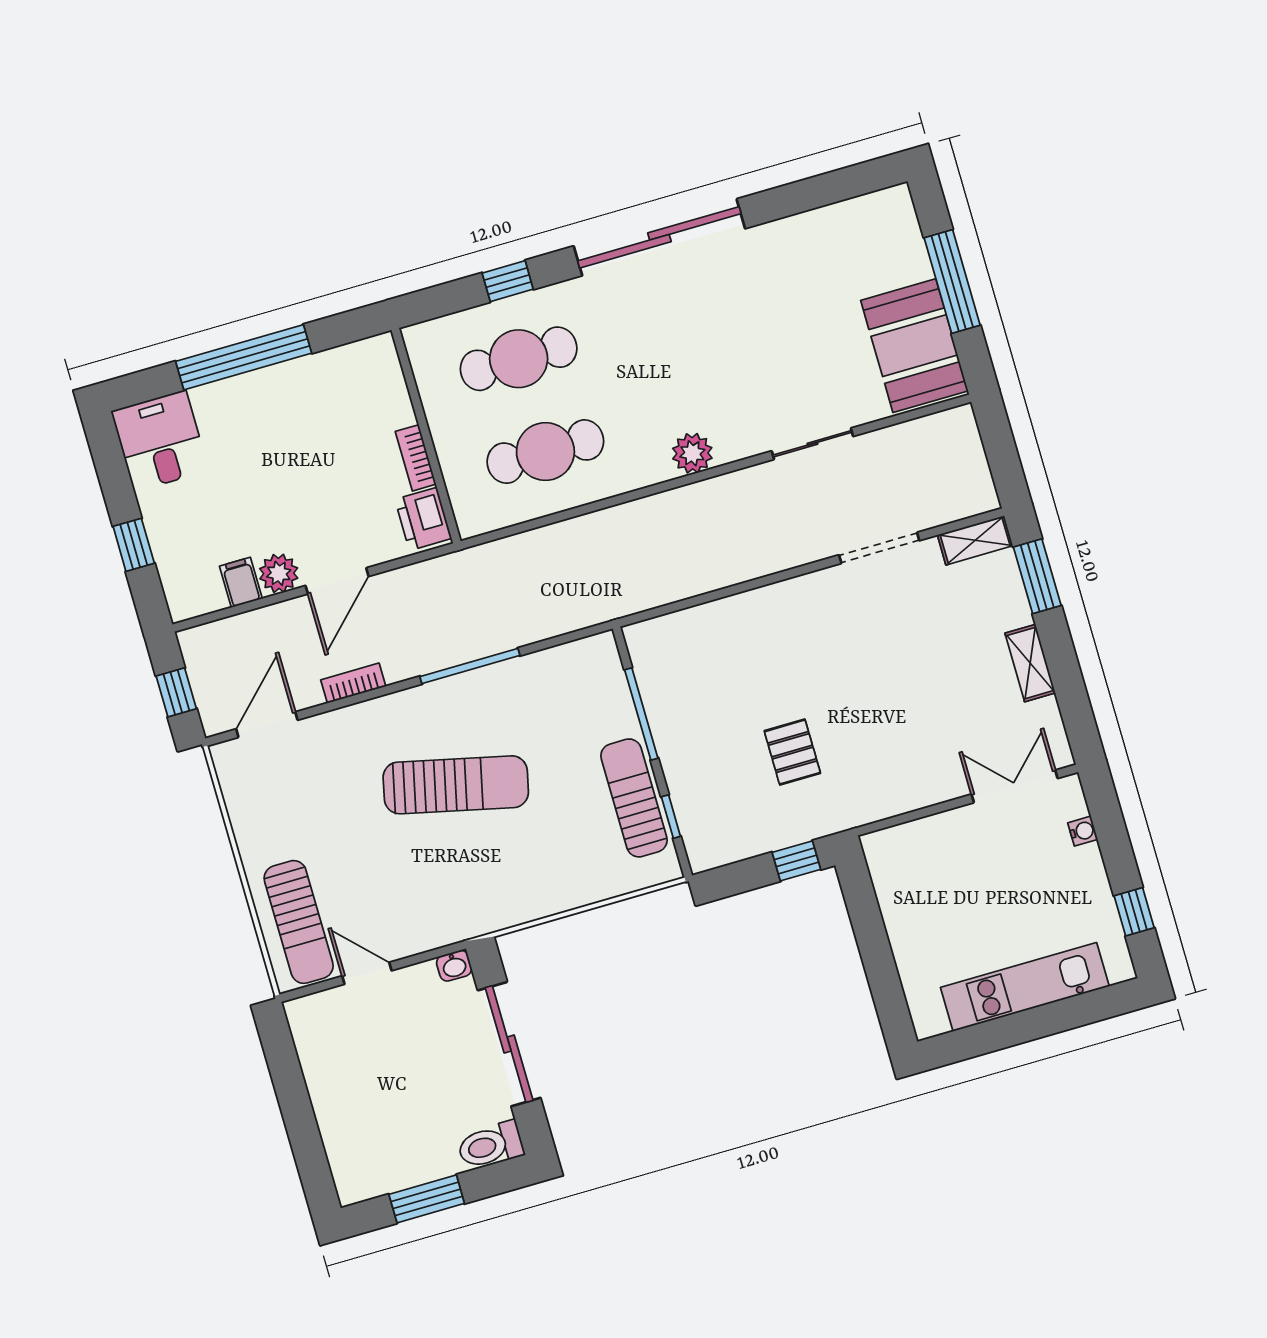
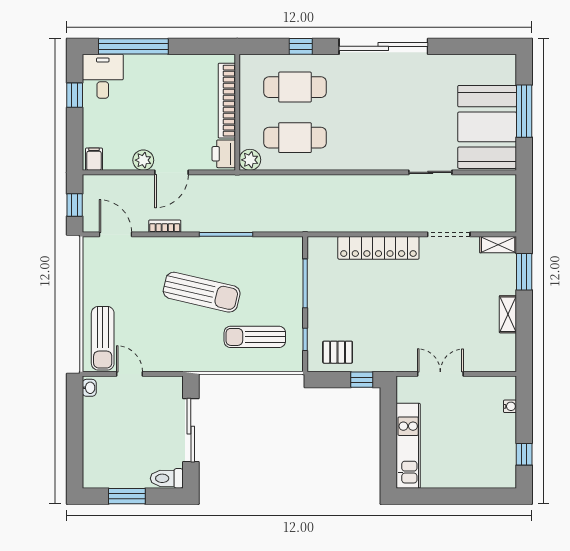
booth: (914, 346) -> (487, 127), width x1.36, depth x1.42
window: (244, 357) -> (133, 46), moved
plant: (692, 453) -> (250, 160), moved
bookcase: (416, 458) -> (227, 101), width x2.31, depth x1.31
window: (134, 545) -> (75, 95), moved
filing cabinet: (241, 582) -> (94, 159), moved
locker: (757, 610) -> (378, 248), added
door: (267, 725) -> (115, 234), hinge flipped
pallet: (792, 752) -> (338, 352), moved, turned 90
double door: (1015, 786) -> (440, 374), moved
sun lounger: (634, 798) -> (255, 337), moved, turned -90
washbasin: (454, 966) -> (89, 388), moved, turned -90
kitchen unit: (1025, 987) -> (408, 446), moved, turned 90

